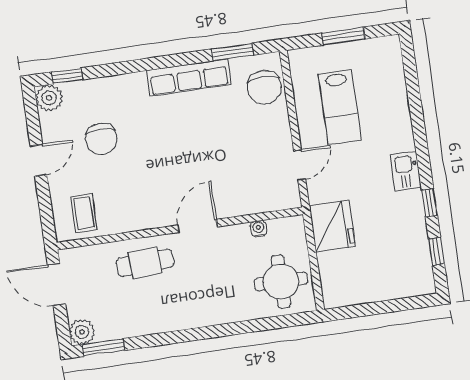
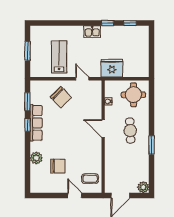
window: (67, 76) -> (27, 125), moved
chair: (264, 87) -> (61, 97), moved, turned 46
plant: (49, 98) -> (36, 158), moved
lab bench: (340, 107) -> (59, 57), turned -90
door: (39, 160) -> (75, 196), moved
cafe table: (145, 263) -> (130, 131), moved
window: (103, 347) -> (152, 145), moved

